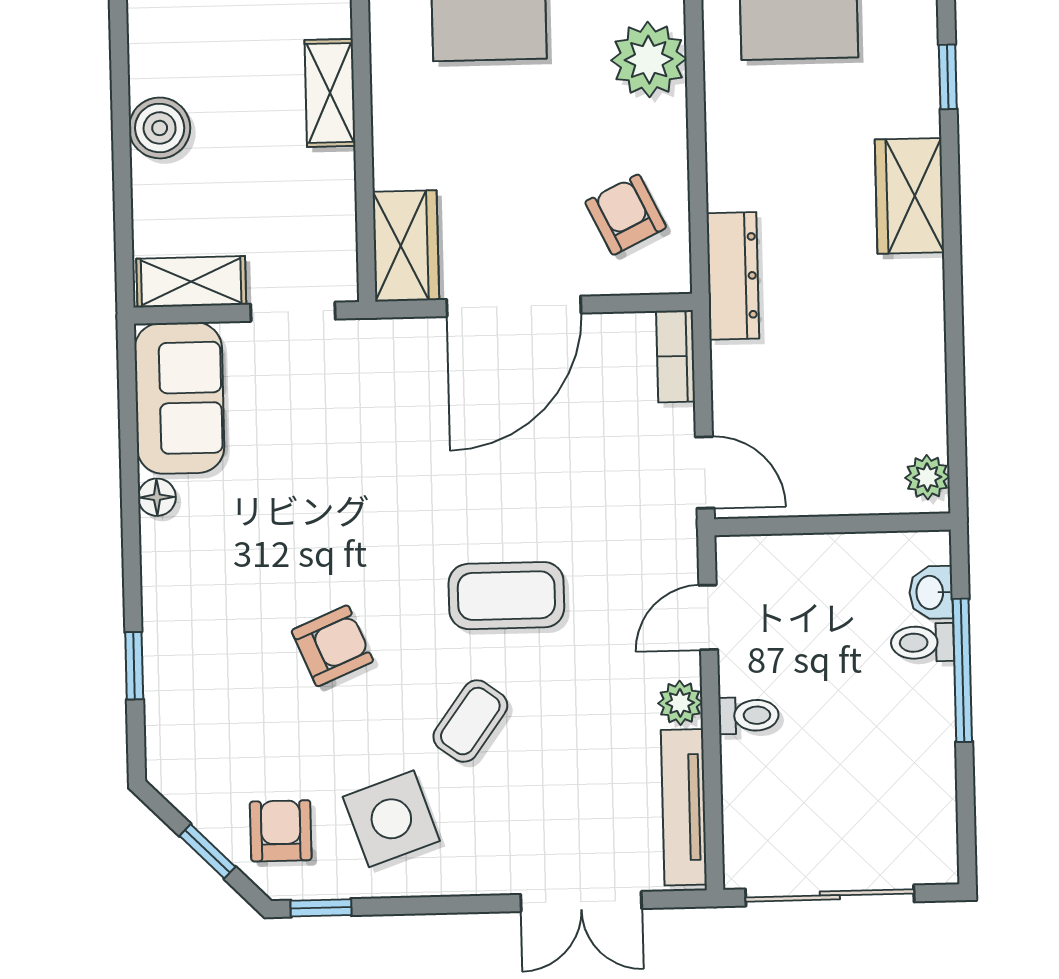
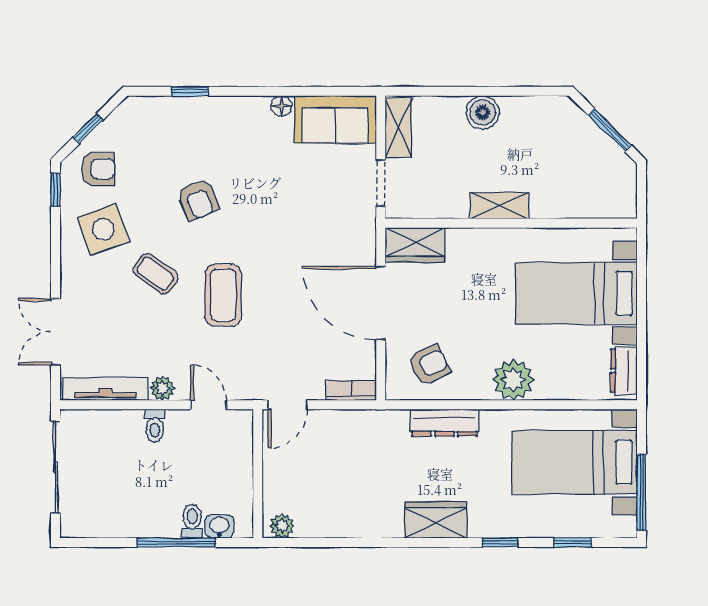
dresser: (733, 276) -> (444, 423), moved

